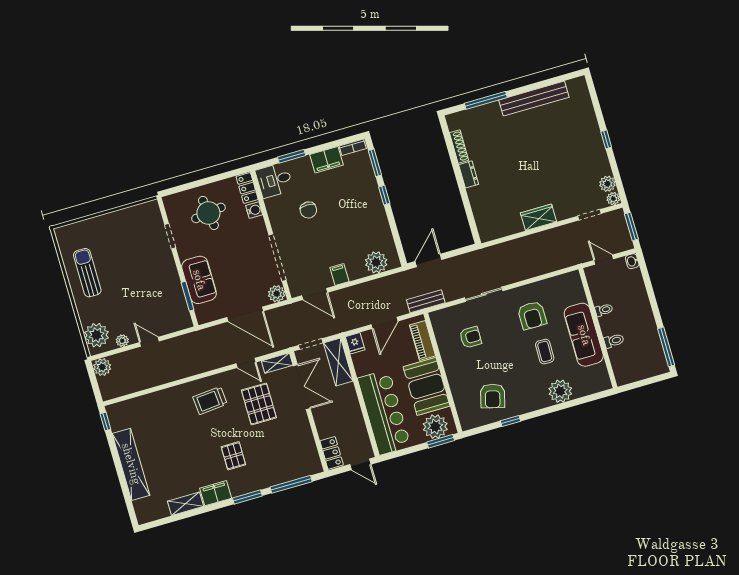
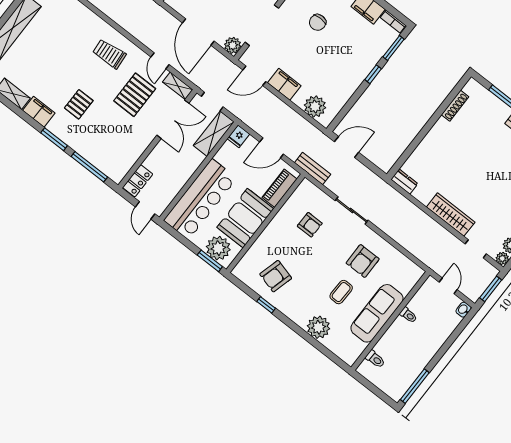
dresser: (469, 174) -> (404, 181), moved, turned -90
wardrobe: (538, 217) -> (451, 215), width x1.50
filing cabinet: (339, 274) -> (284, 84), width x2.00
door: (315, 294) -> (254, 76), hinge flipped
toilet: (614, 341) -> (375, 359), moved

